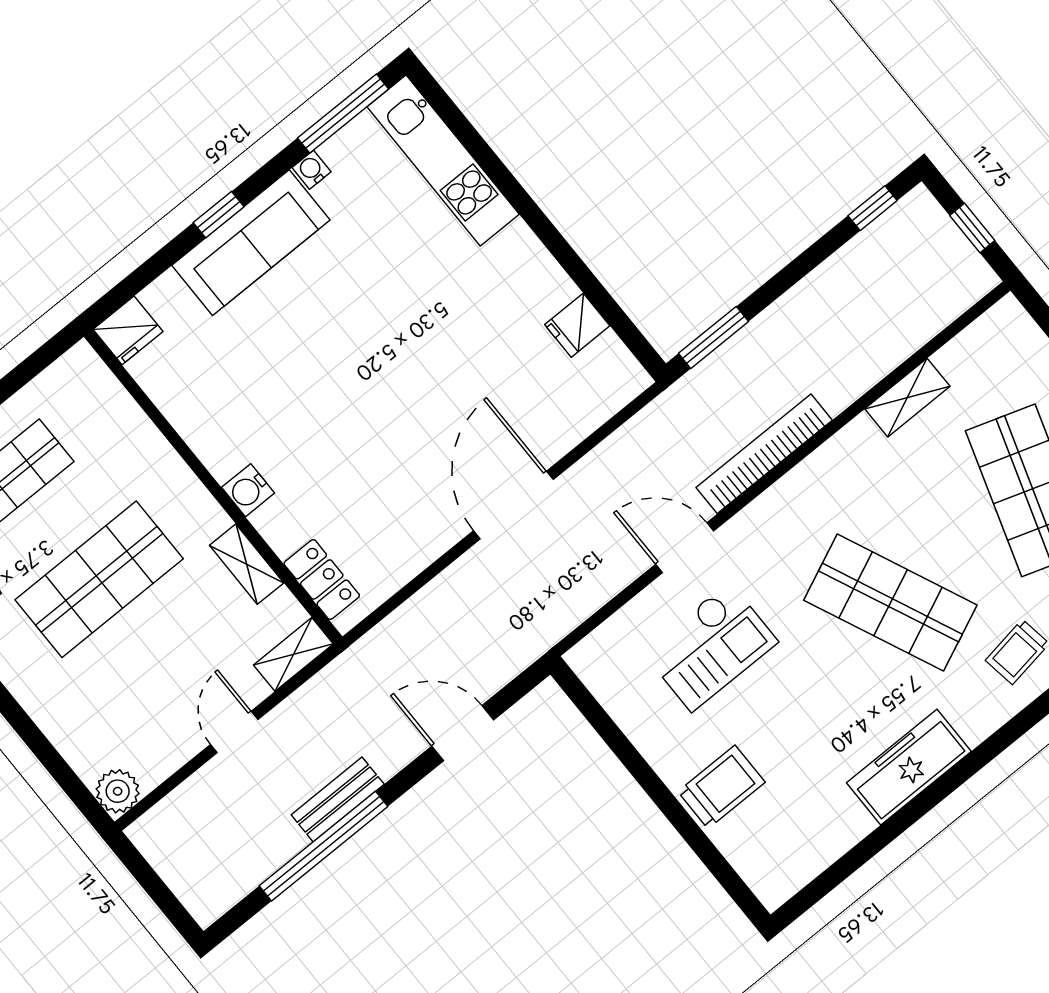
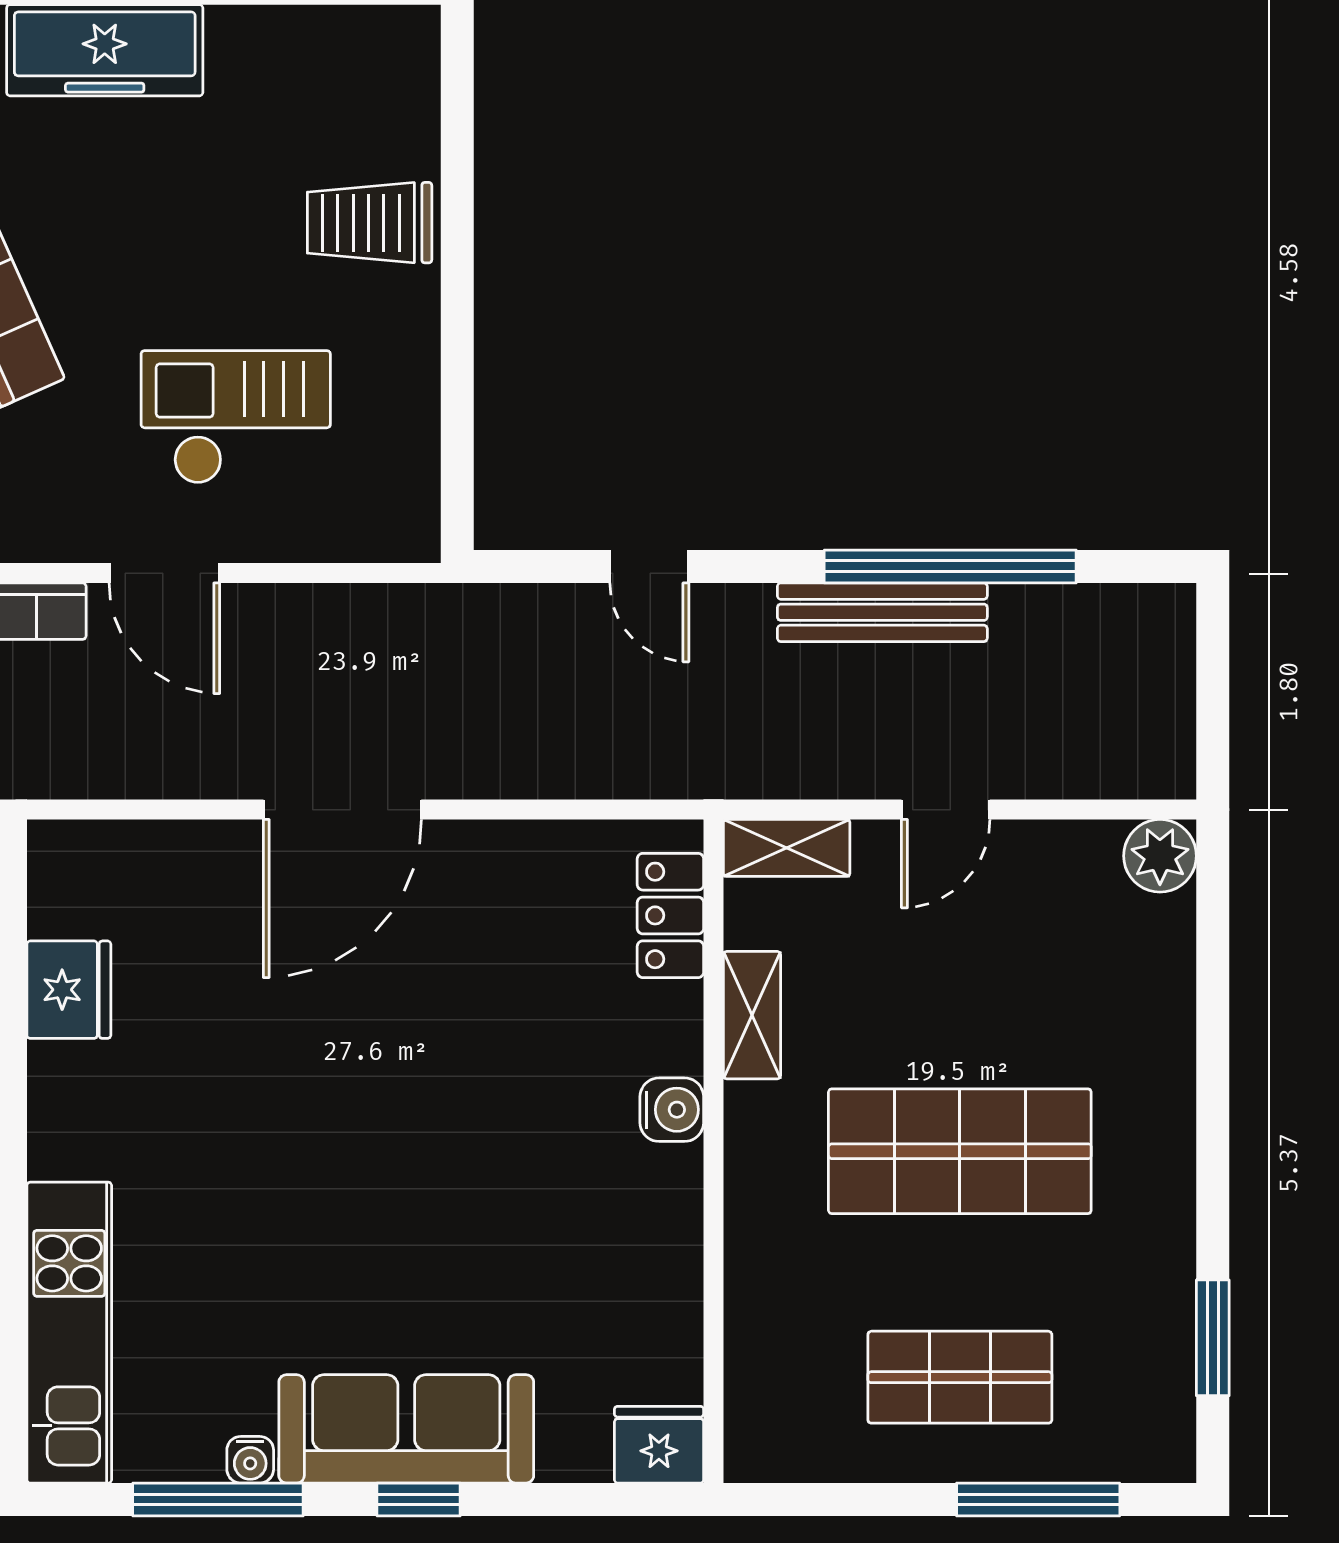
window: (343, 114) -> (218, 1499), moved
fridge: (577, 325) -> (69, 990), width x1.38
door: (463, 733) -> (649, 566), width x0.73
bench: (338, 800) -> (882, 612), width x1.36

